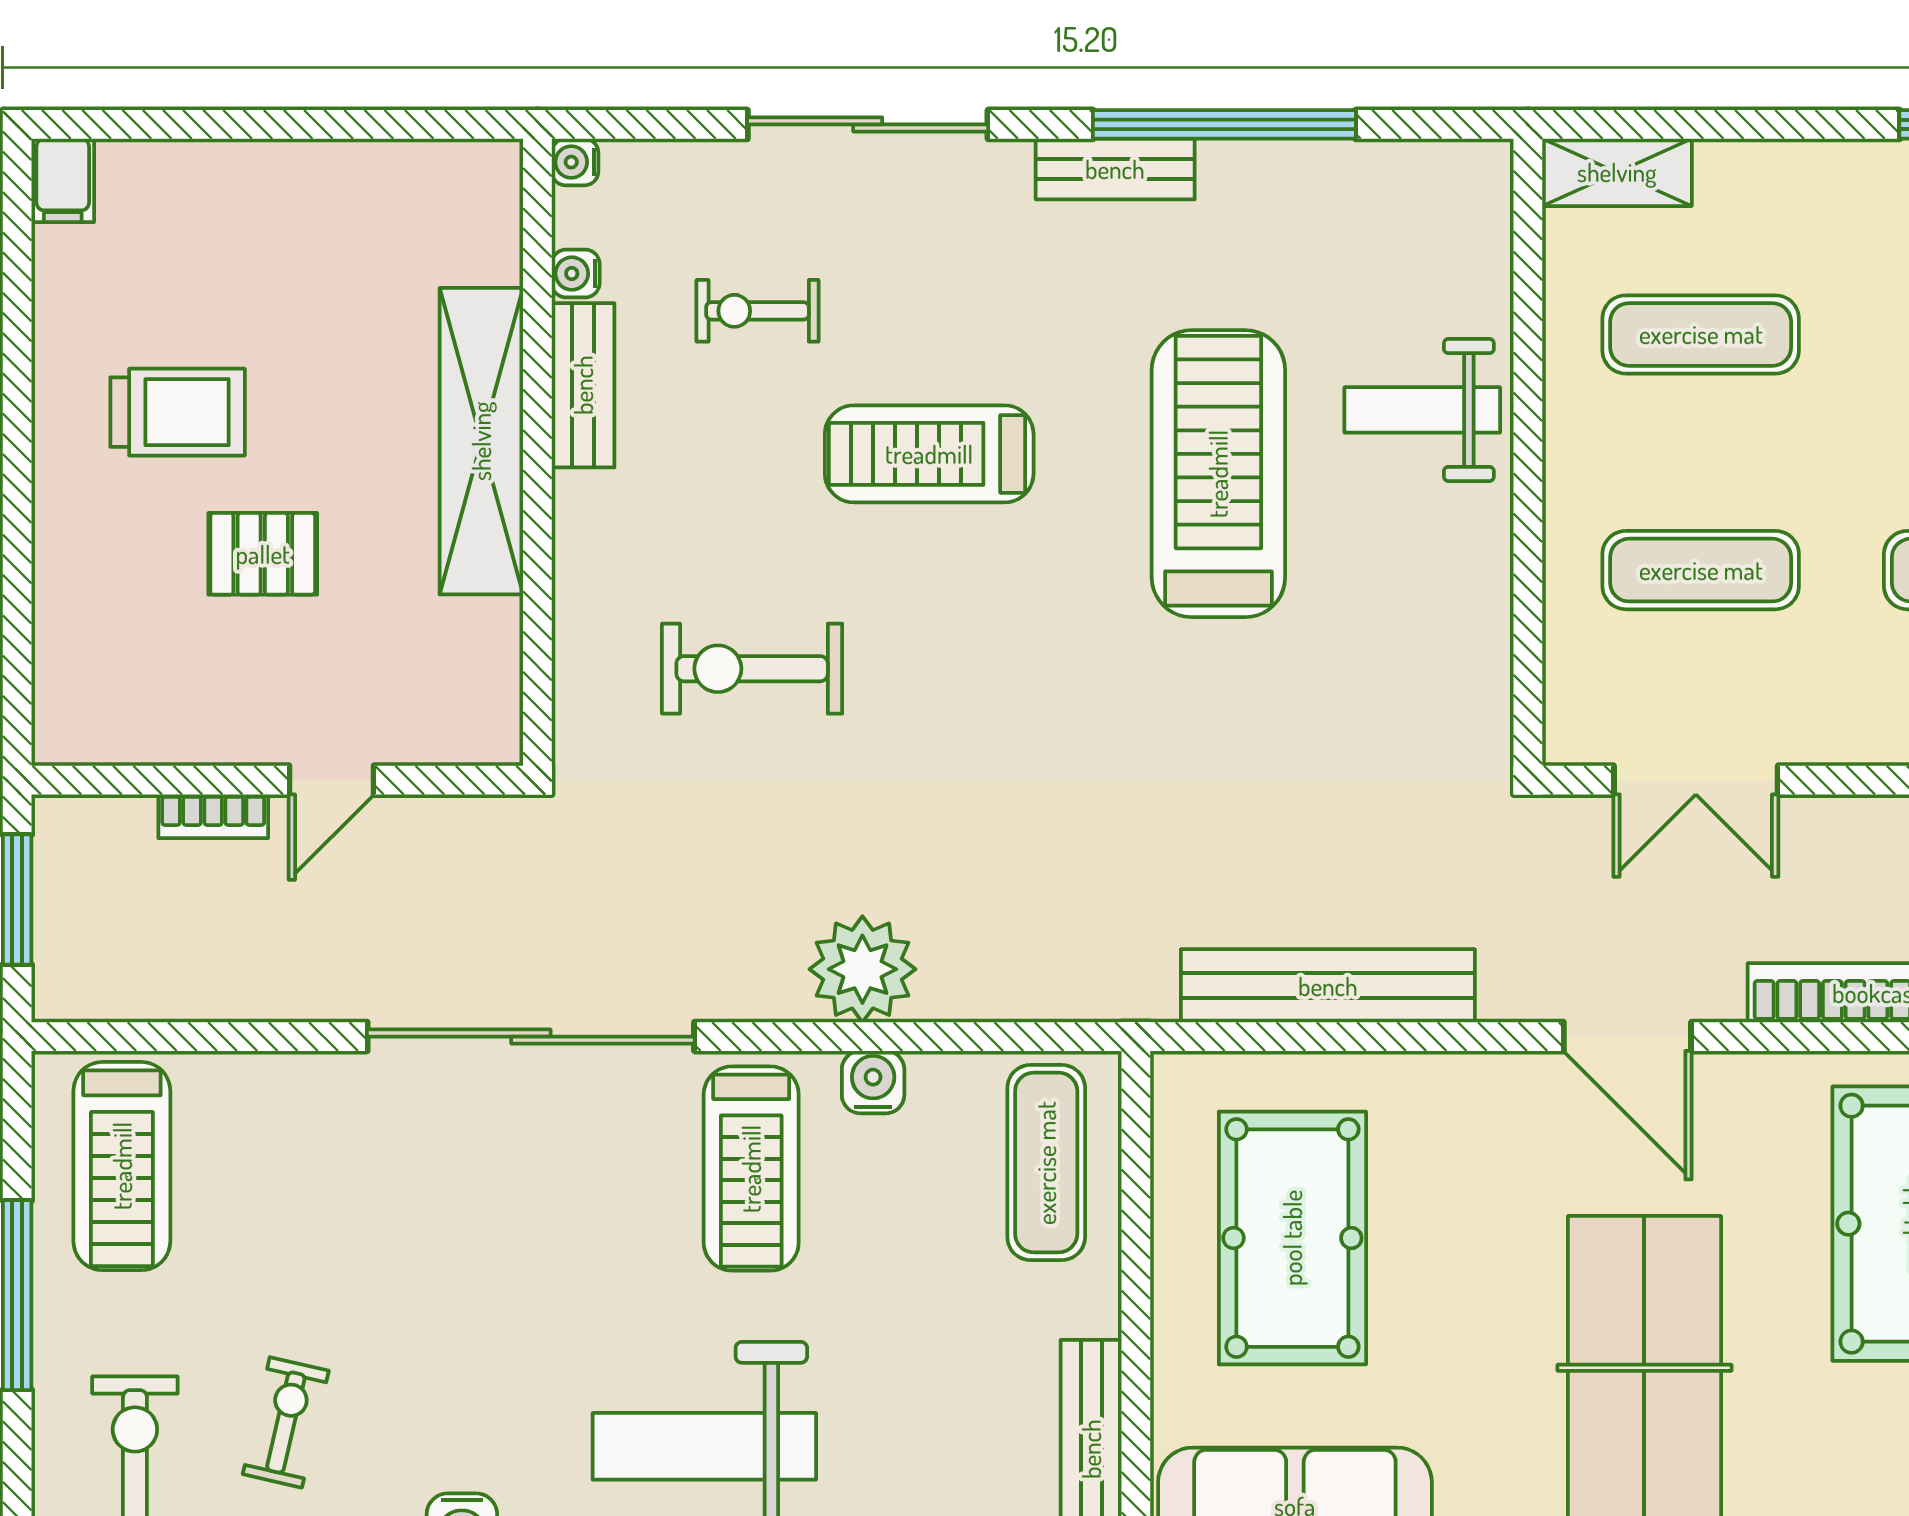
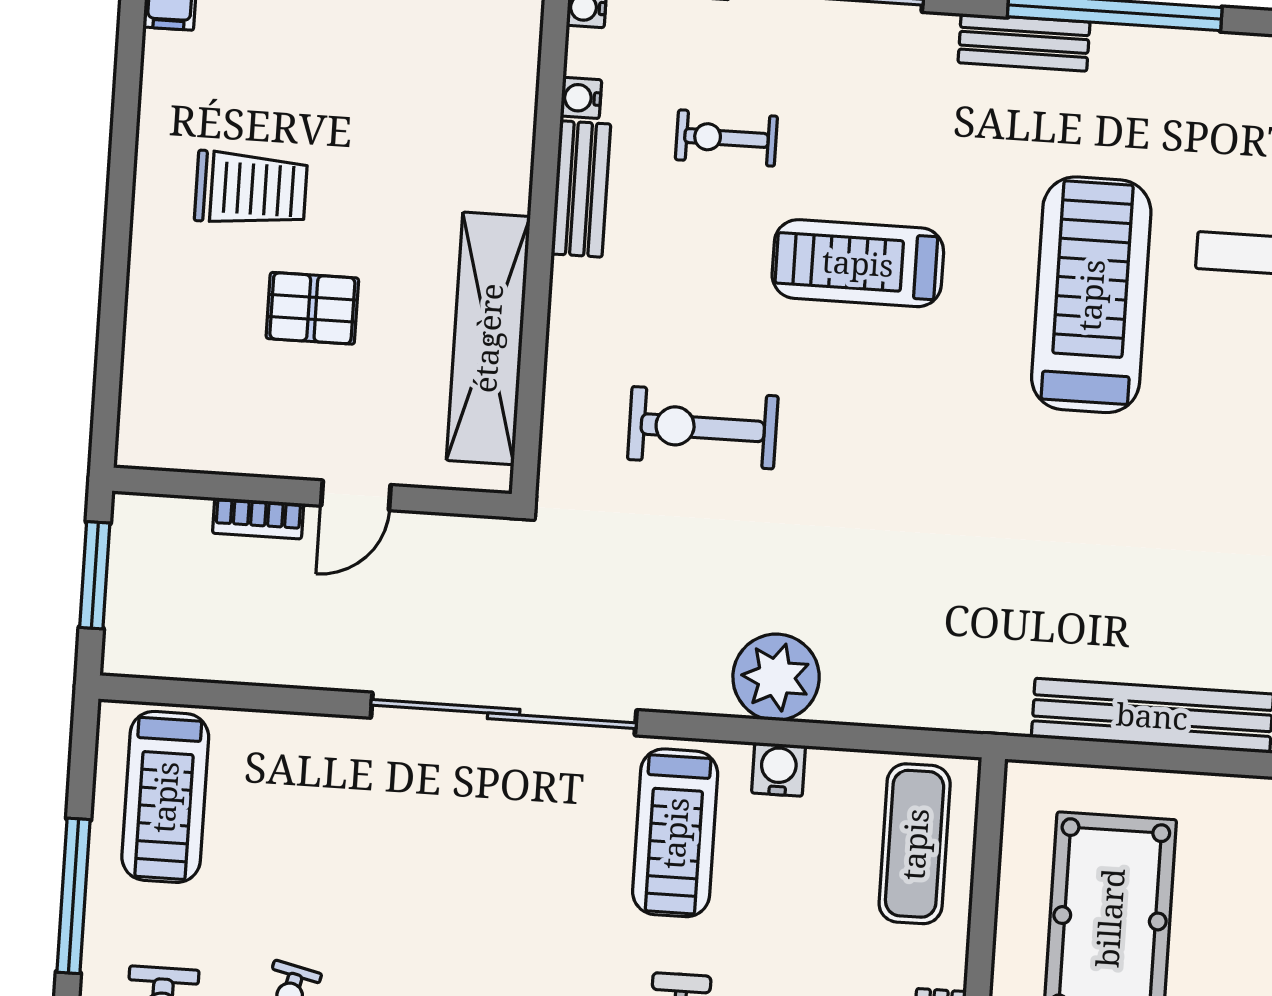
shelving: (481, 441) -> (488, 338), moved

